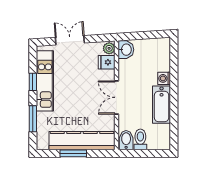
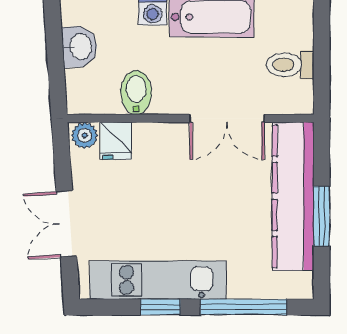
washbasin: (126, 50) -> (80, 47), moved, turned 86
double door: (117, 97) -> (227, 118), moved
window: (33, 119) -> (244, 307), width x1.44
bidet: (126, 140) -> (136, 93), moved, turned 90

